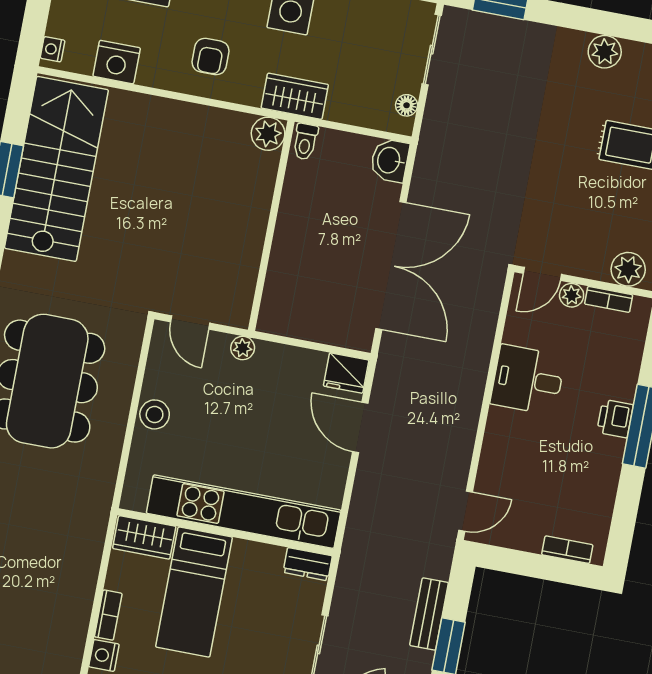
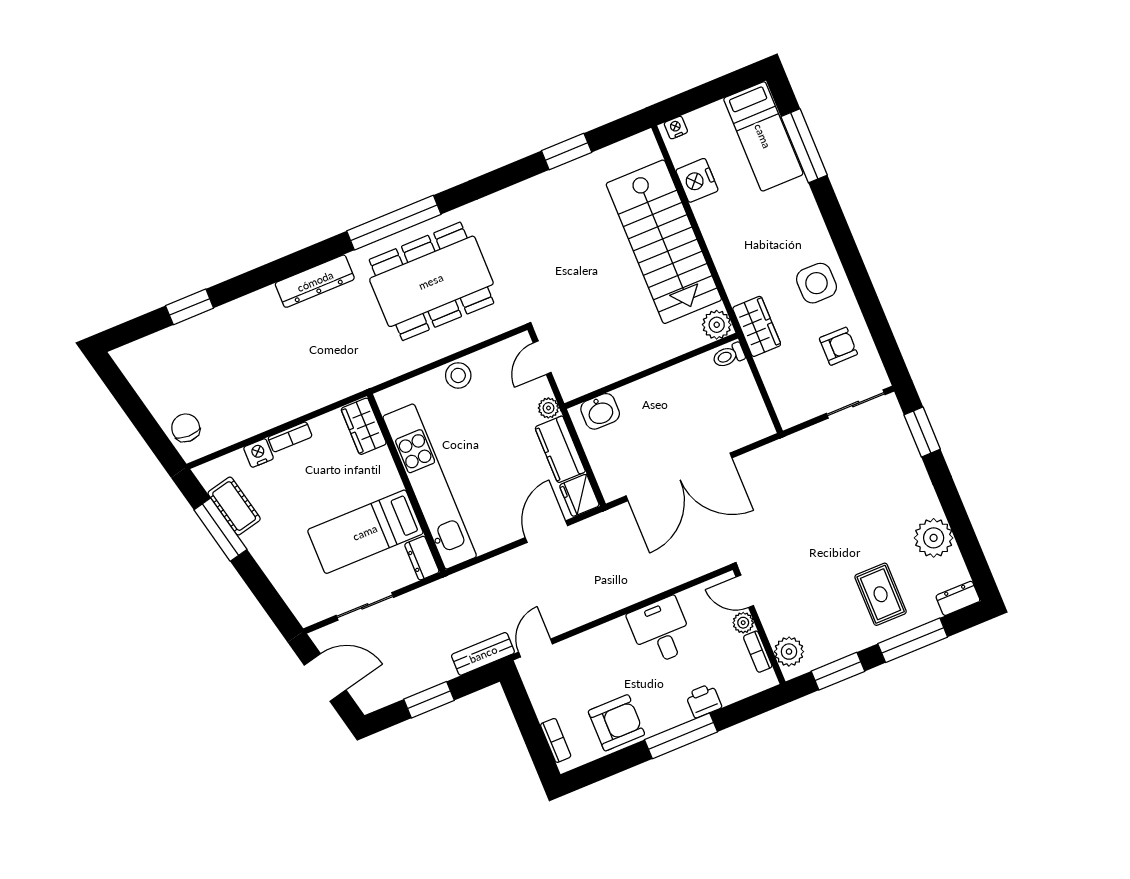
plant: (605, 52) -> (934, 538), width x1.36, depth x1.36
armchair: (210, 57) -> (838, 346), moved, turned 180
floor lamp: (407, 105) -> (803, 412), removed
washbasin: (390, 160) -> (600, 411), moved, turned 180
stairs: (56, 169) -> (664, 242), moved, turned 90
kitchen counter: (290, 363) -> (560, 449), added
printer: (615, 419) -> (704, 701), moved
armchair: (588, 480) -> (616, 723), added
door: (466, 511) -> (535, 648), swing flipped
bed: (194, 592) -> (365, 532), moved
bench: (429, 614) -> (483, 654), moved

